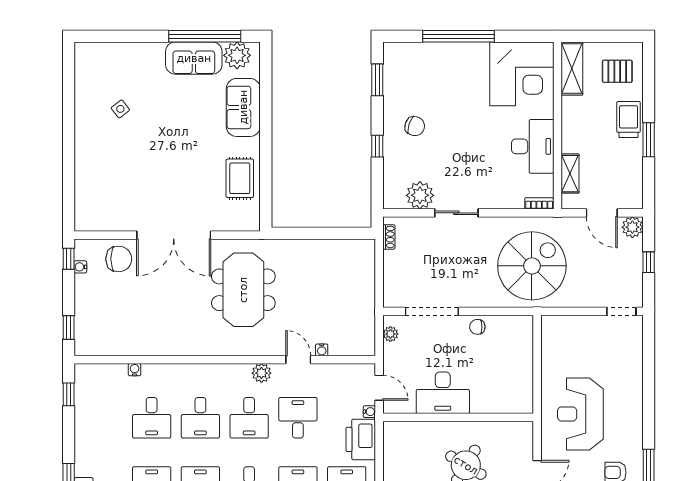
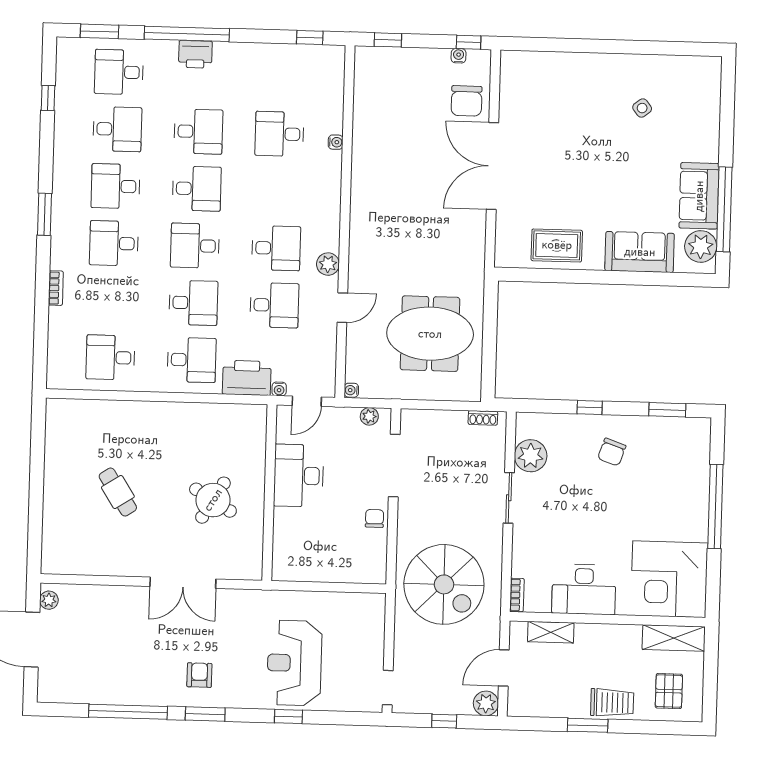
meeting table: (243, 290) -> (430, 334), moved
water cooler: (322, 350) -> (351, 390), moved
water cooler: (135, 370) -> (336, 142), moved
window: (649, 395) -> (288, 716), added
reception desk: (580, 414) -> (294, 663), moved, turned -90
desk: (200, 418) -> (278, 191), removed
desk: (249, 418) -> (276, 248), turned 180

